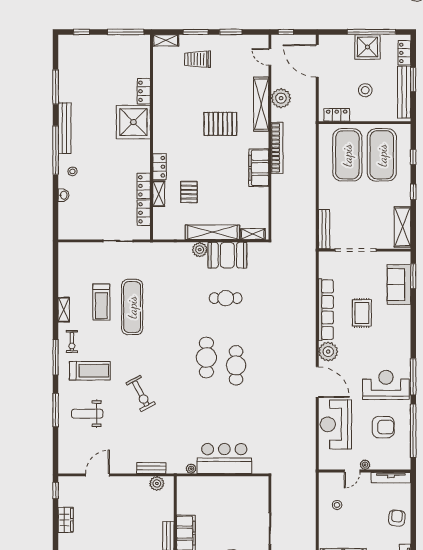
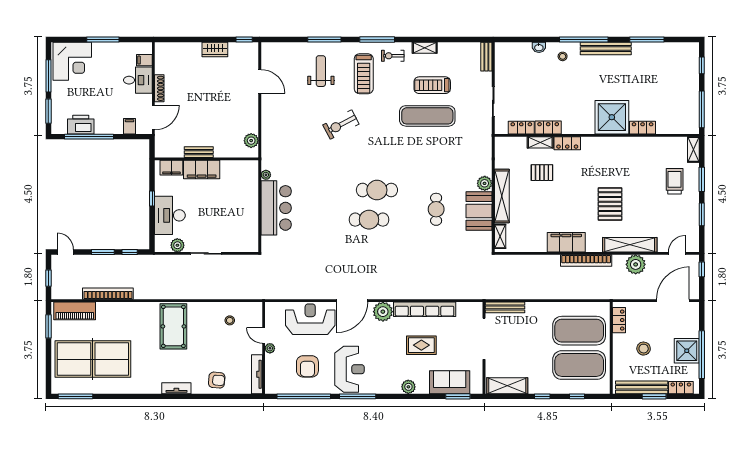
plant: (404, 326) -> (408, 387), added
bench: (151, 468) -> (486, 57), moved

